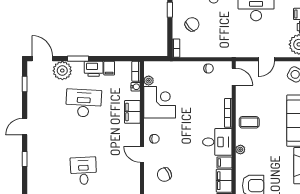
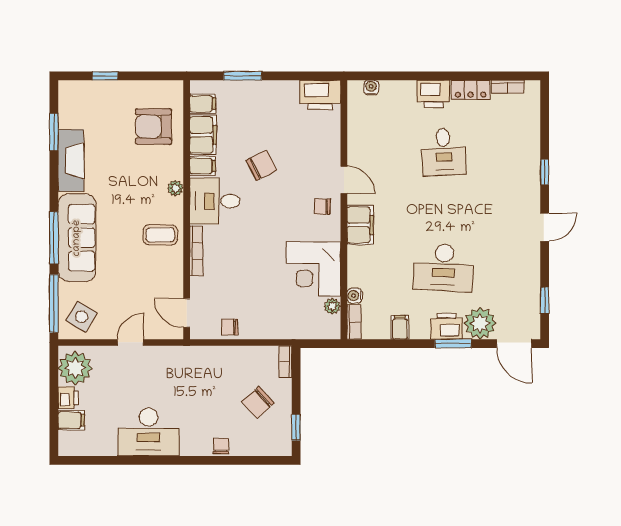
printer: (94, 69) -> (447, 326), moved
filing cabinet: (132, 112) -> (360, 225), moved
chair: (164, 175) -> (262, 165), moved

